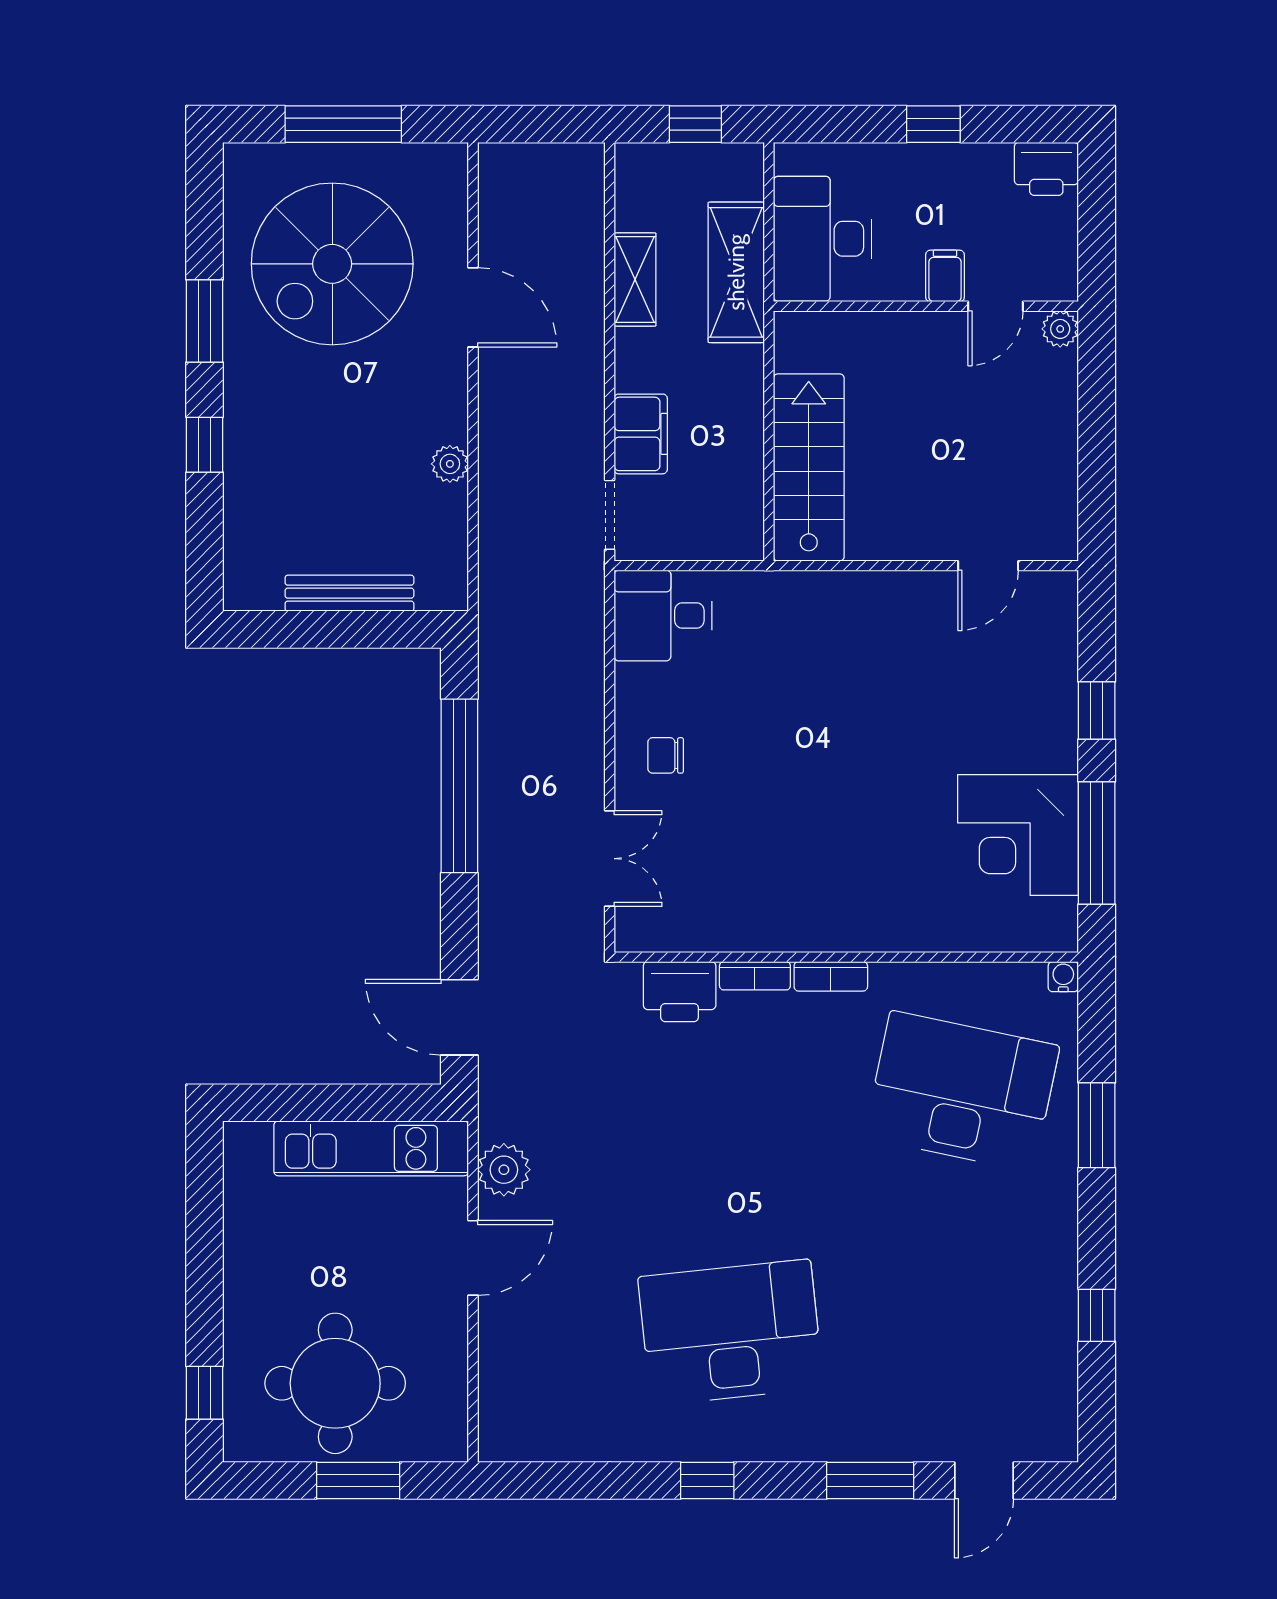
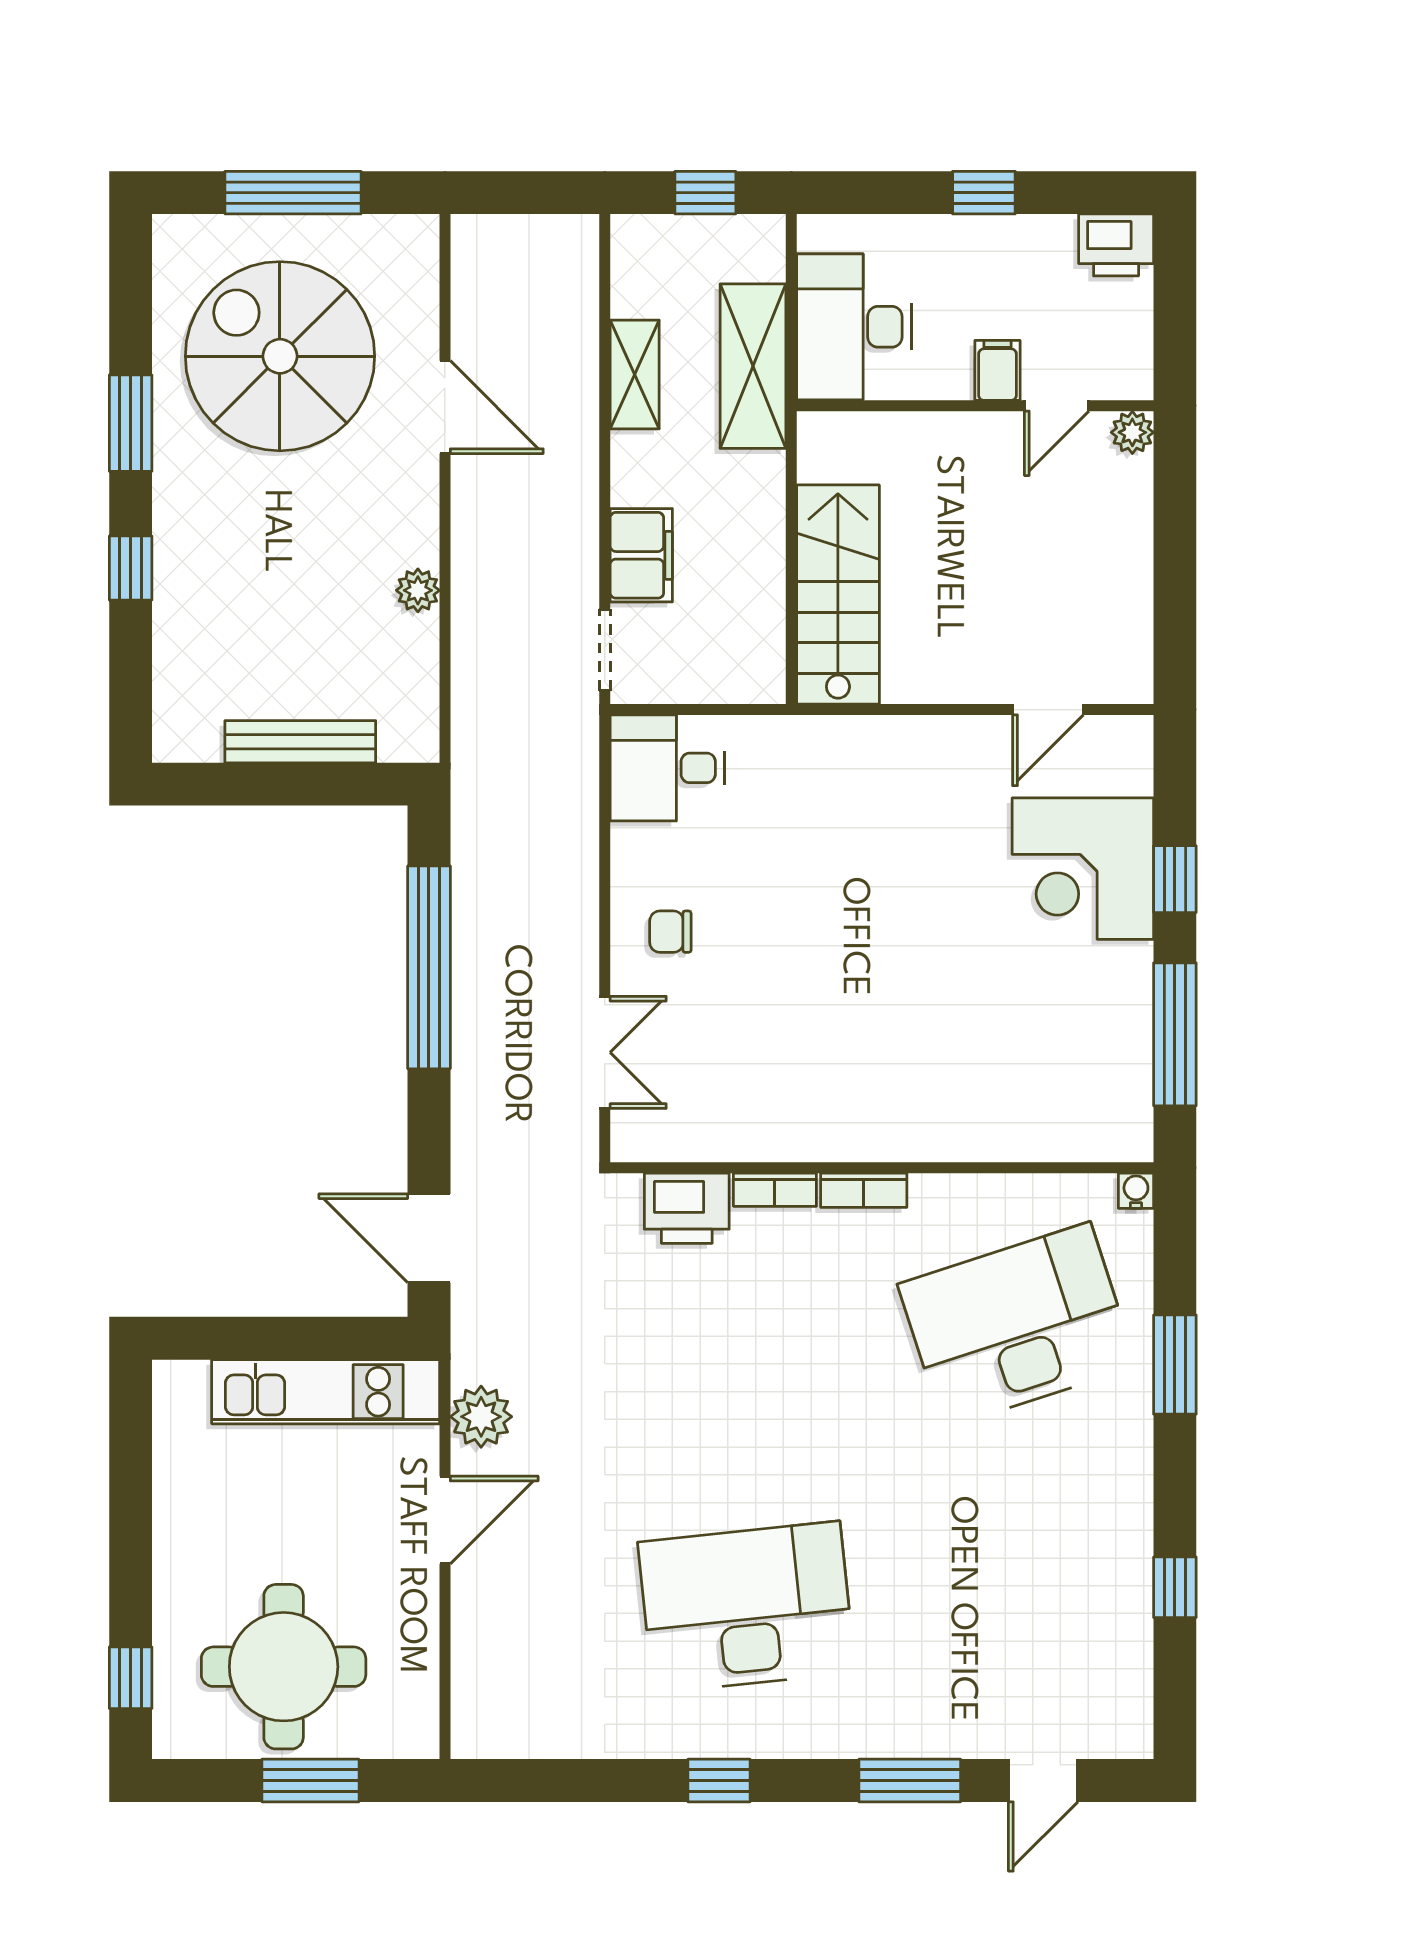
spiral stairs: (332, 264) -> (280, 356), turned 90
corner desk: (1018, 835) -> (1083, 869), moved
desk: (962, 1091) -> (1017, 1325), turned -30

